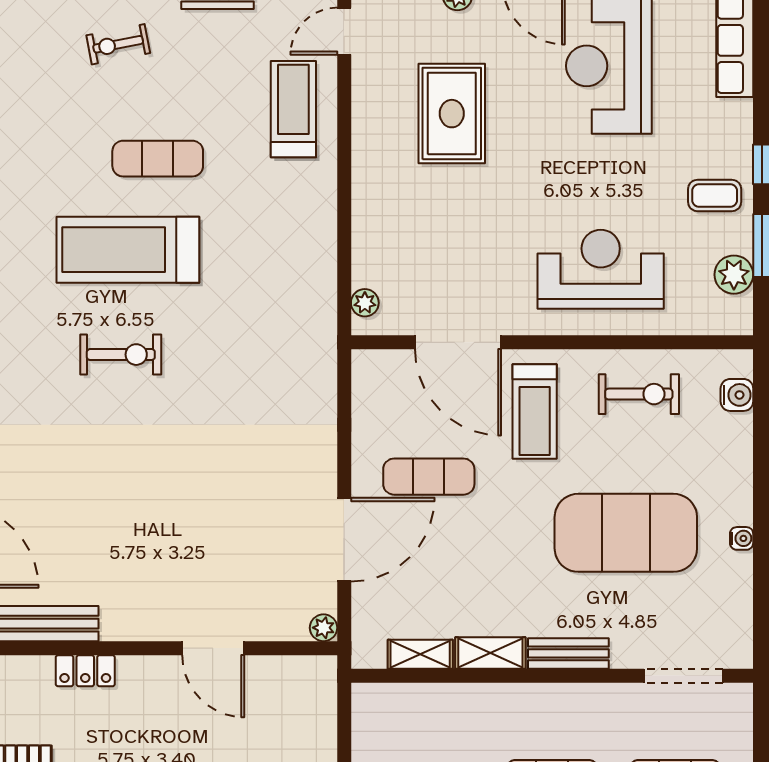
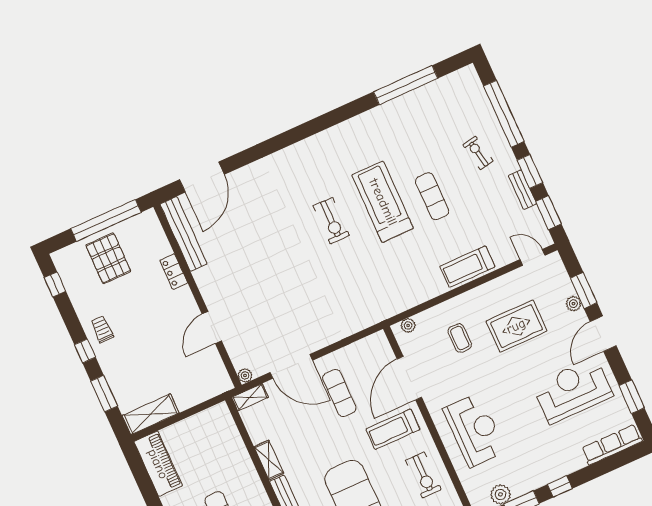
treadmill: (293, 109) -> (467, 267), moved, turned 180
coffee table: (715, 195) -> (460, 338), moved
shelving: (420, 654) -> (250, 397), moved, turned 90

